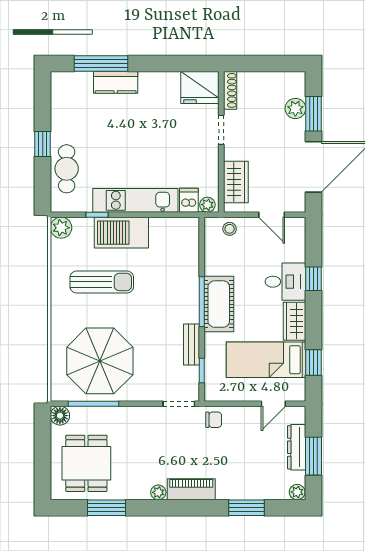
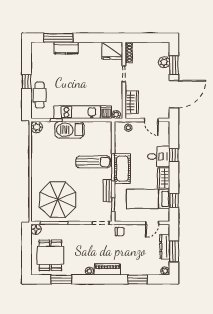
sun lounger: (102, 282) -> (93, 162), moved

